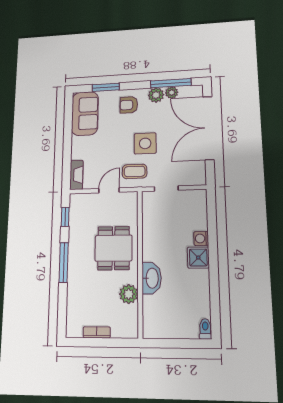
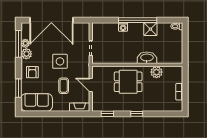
coffee table: (135, 171) -> (64, 86), moved
shower: (198, 258) -> (150, 29), moved
window: (64, 262) -> (137, 114), width x0.46
window: (213, 262) -> (138, 20), added

